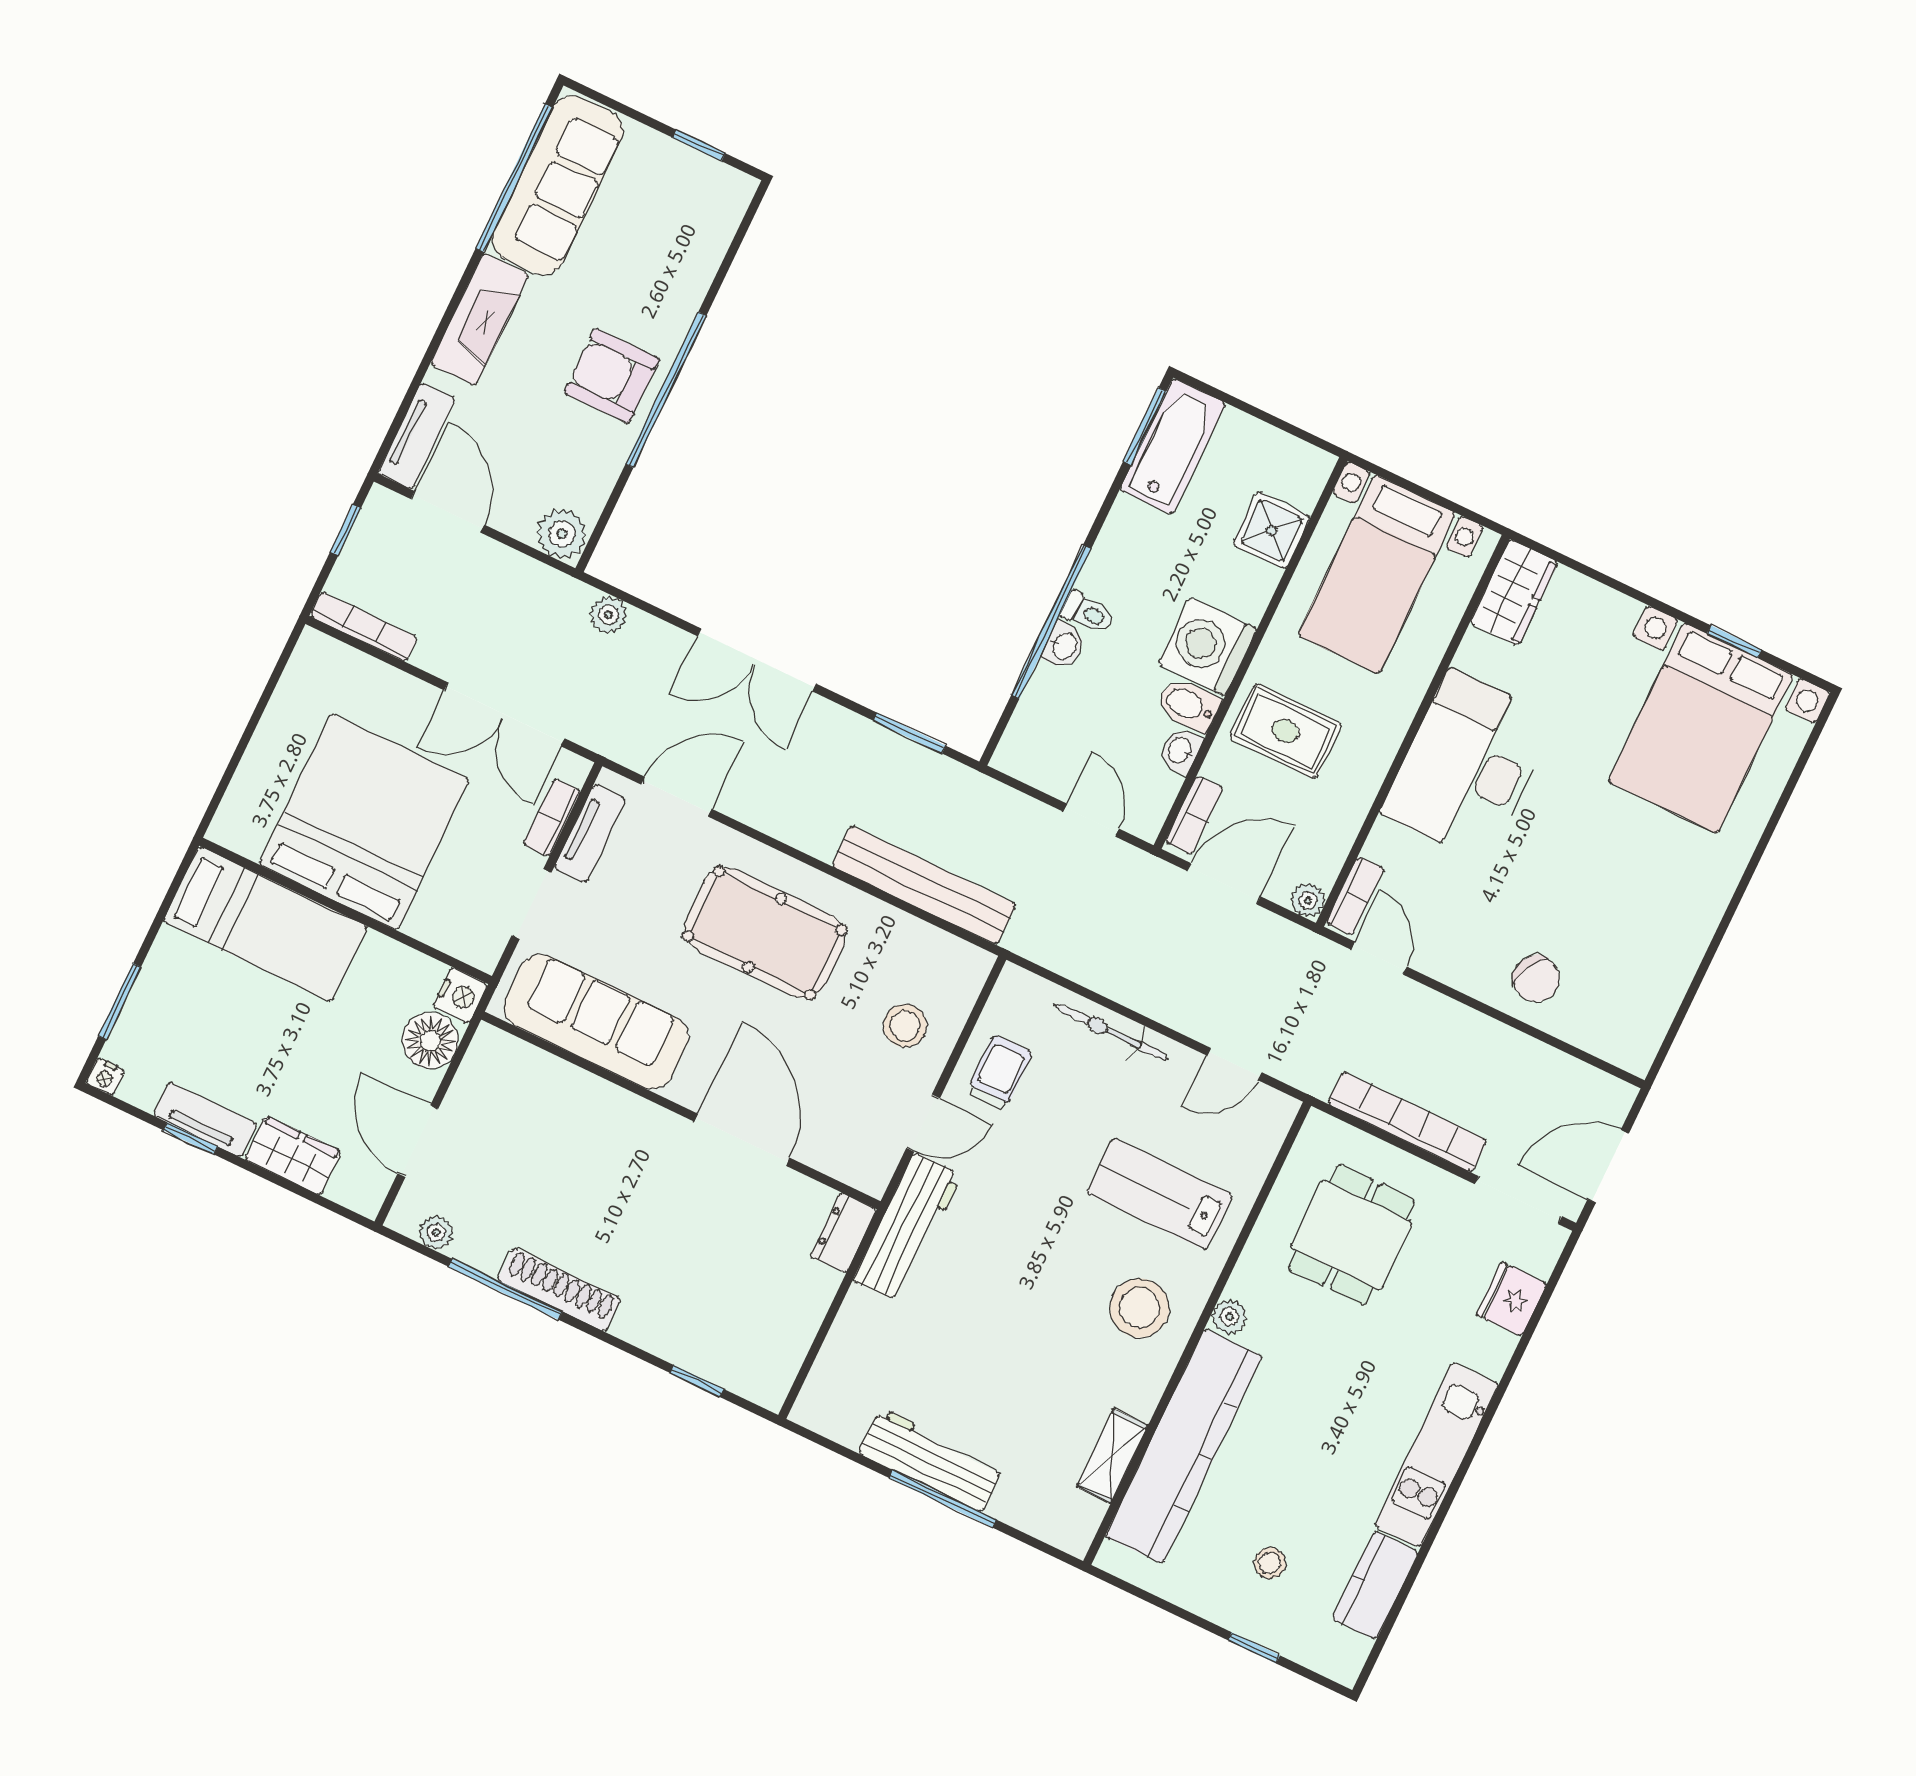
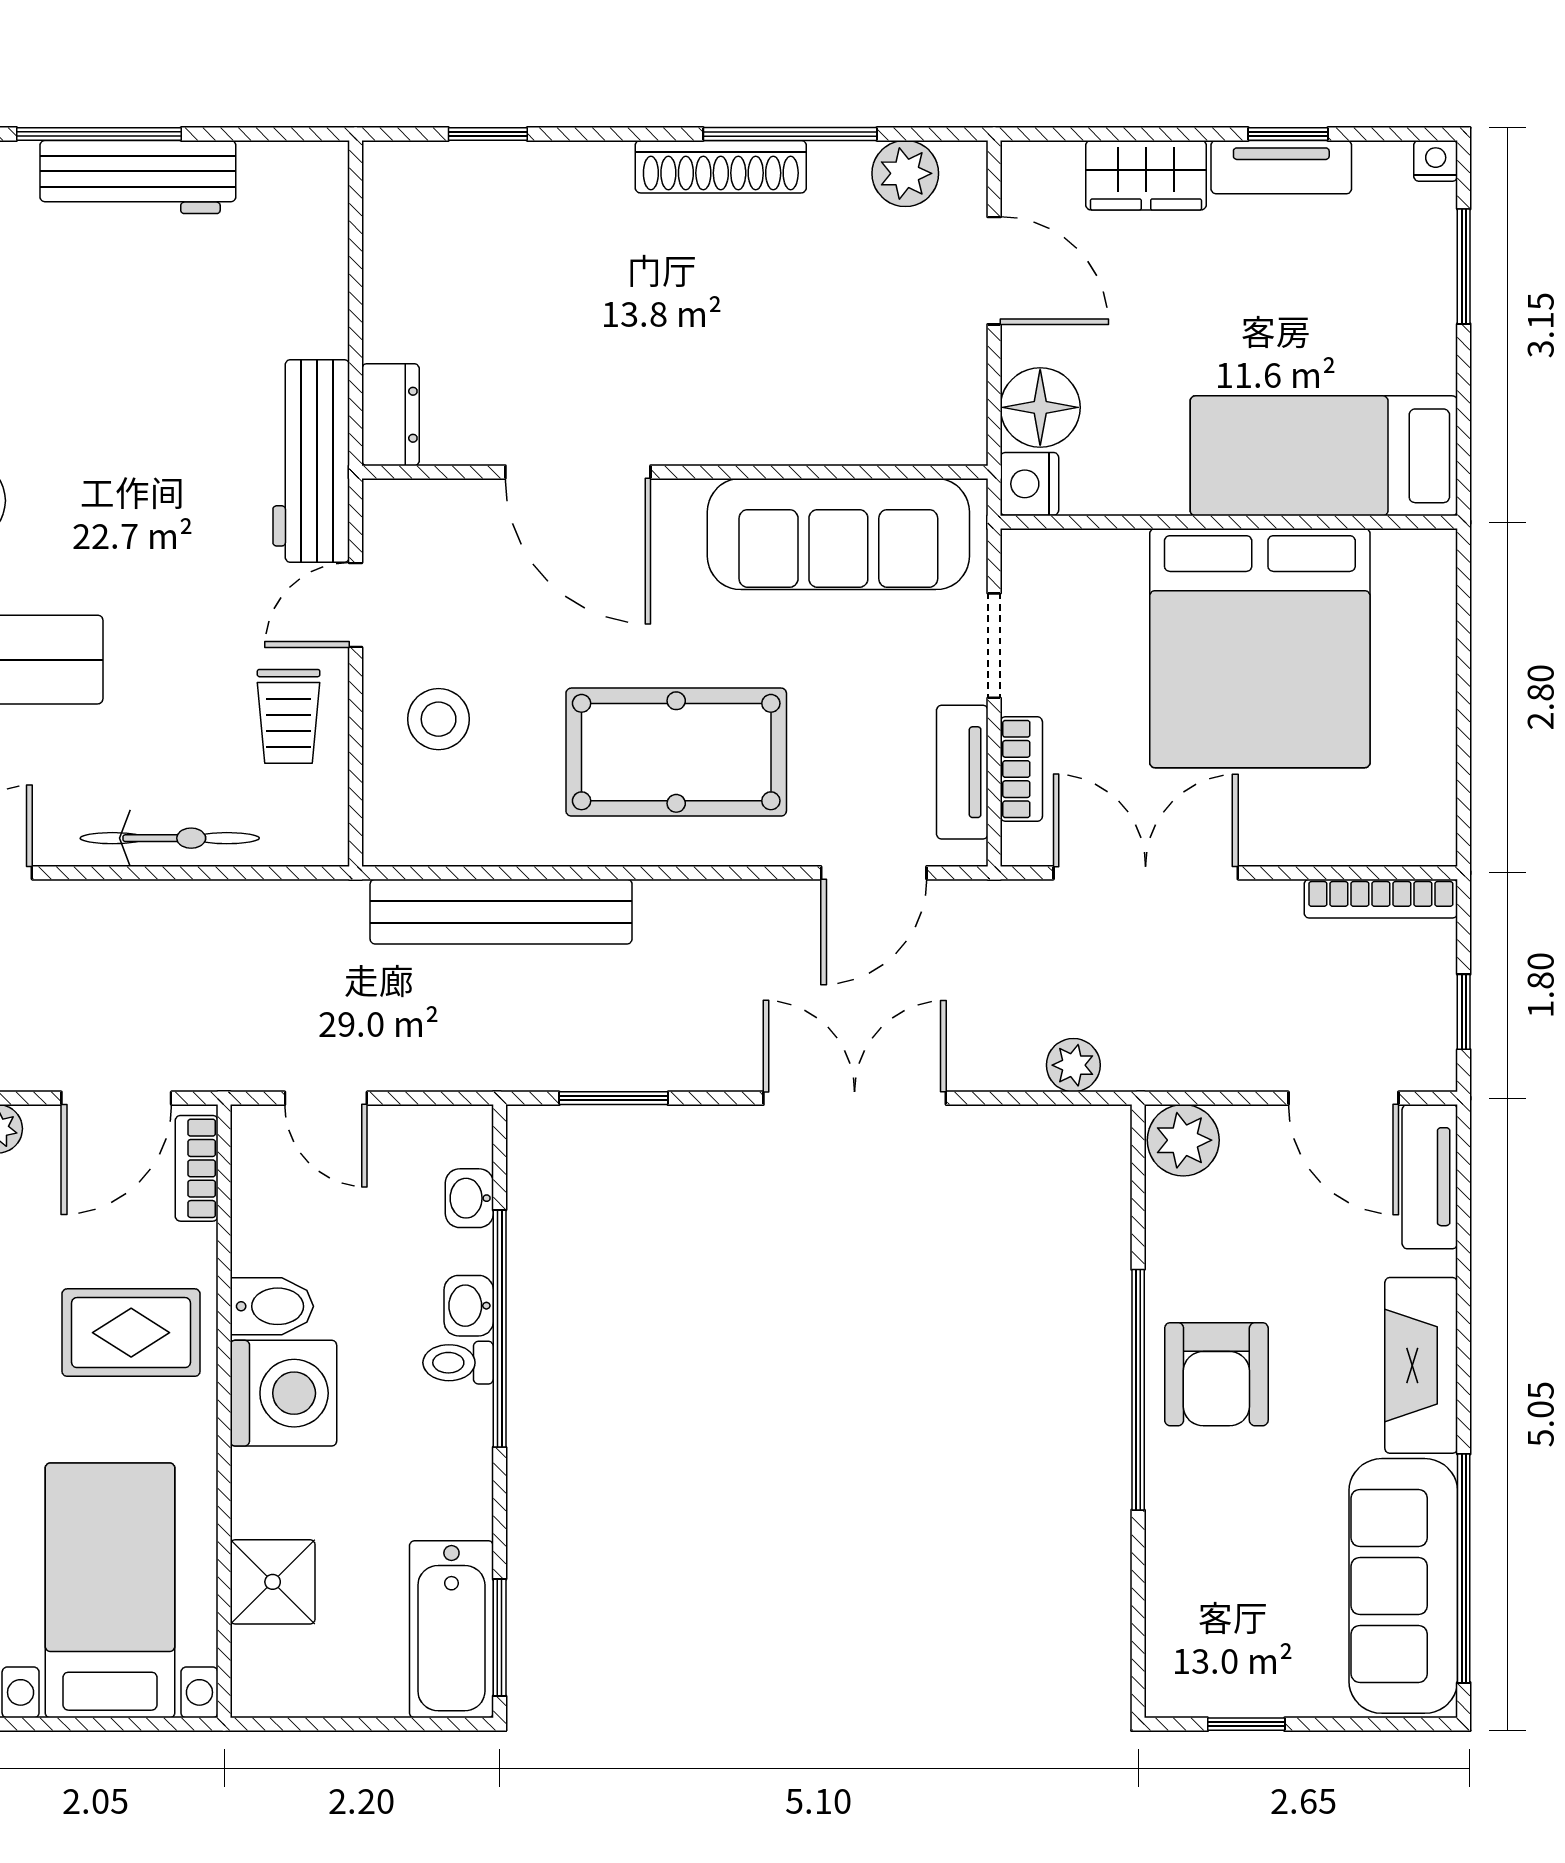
armchair: (612, 376) -> (1216, 1374), turned 90
washbasin: (1180, 750) -> (469, 1198), moved, turned 180
plant: (436, 1232) -> (905, 173), width x1.38, depth x1.38

